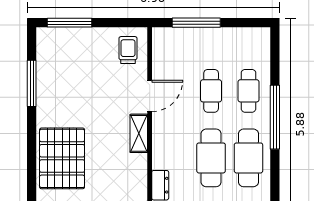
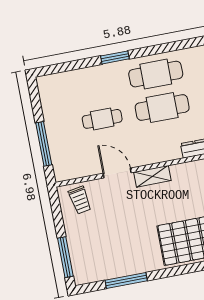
trolley: (128, 50) -> (80, 200), turned -100
cafe table: (248, 91) -> (96, 85), removed
window: (275, 117) -> (115, 57), width x0.47

